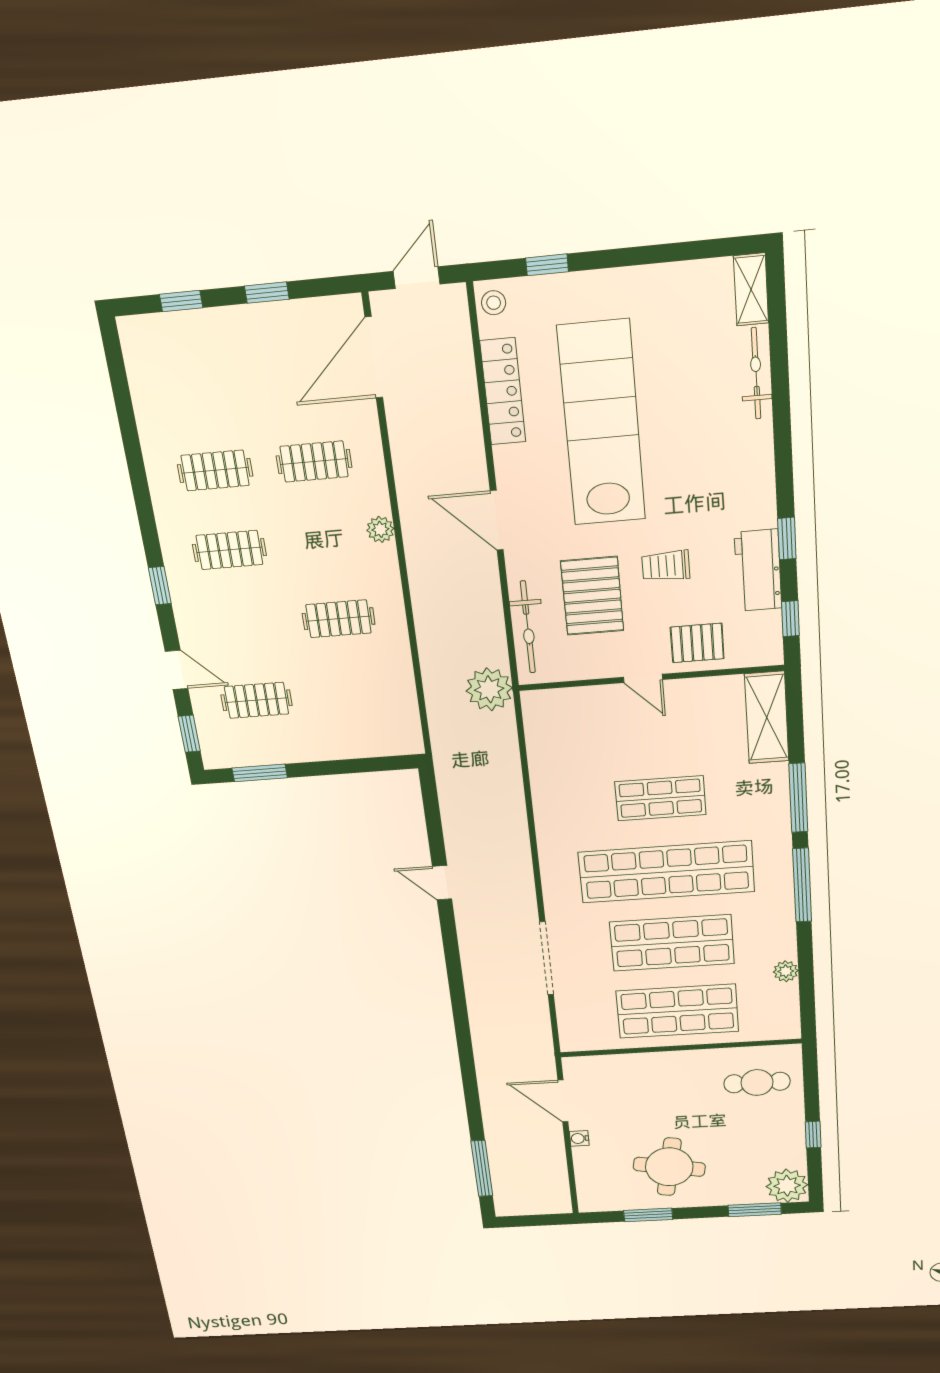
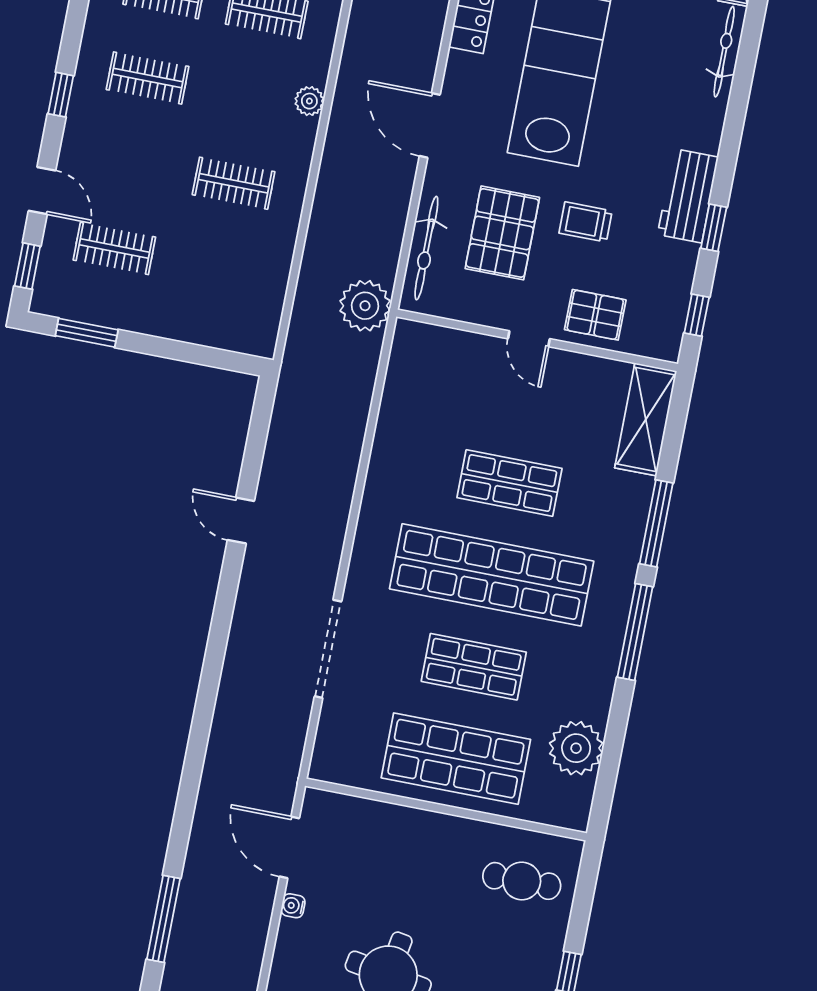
workbench: (758, 570) -> (688, 196), moved
shop shelf: (672, 943) -> (474, 667), width x0.70, depth x0.74
plant: (786, 971) -> (576, 748), width x1.88, depth x1.88

